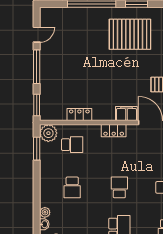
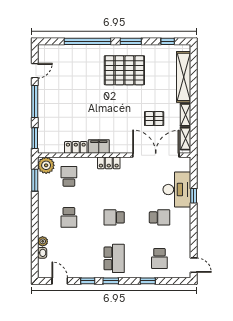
filing cabinet: (126, 114) -> (99, 146), moved
school desk: (72, 145) -> (69, 176), turned -90
school desk: (119, 187) -> (114, 217), turned -90

